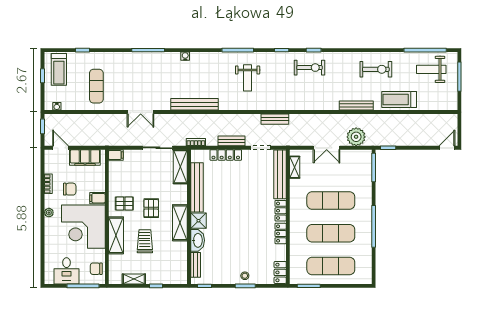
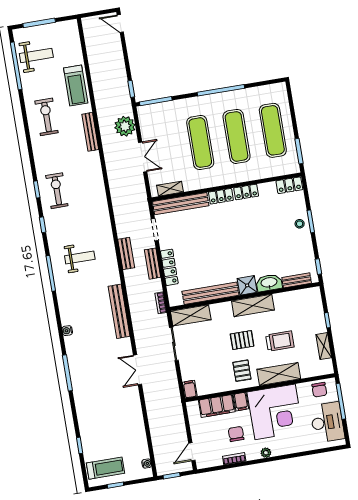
weight bench: (431, 69) -> (36, 55), turned -90
exercise mat: (96, 86) -> (117, 423), removed
double door: (141, 112) -> (137, 370), swing flipped
bench: (275, 119) -> (126, 253), moved
filing cabinet: (85, 157) -> (217, 406), moved, turned 90
trolley: (145, 241) -> (280, 341), turned 180
desk: (67, 271) -> (327, 422), width x1.37

